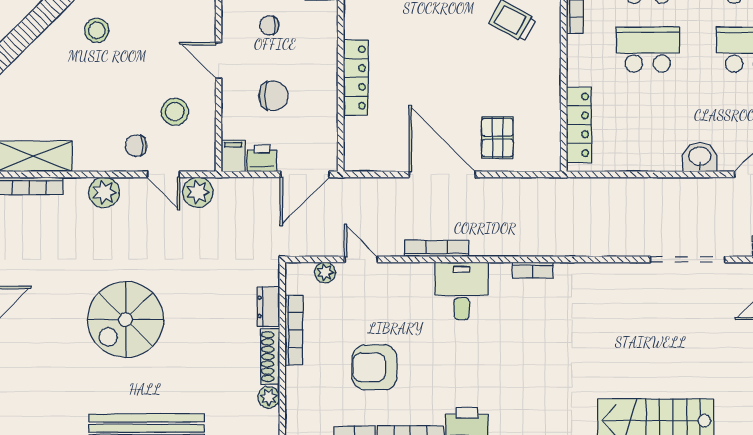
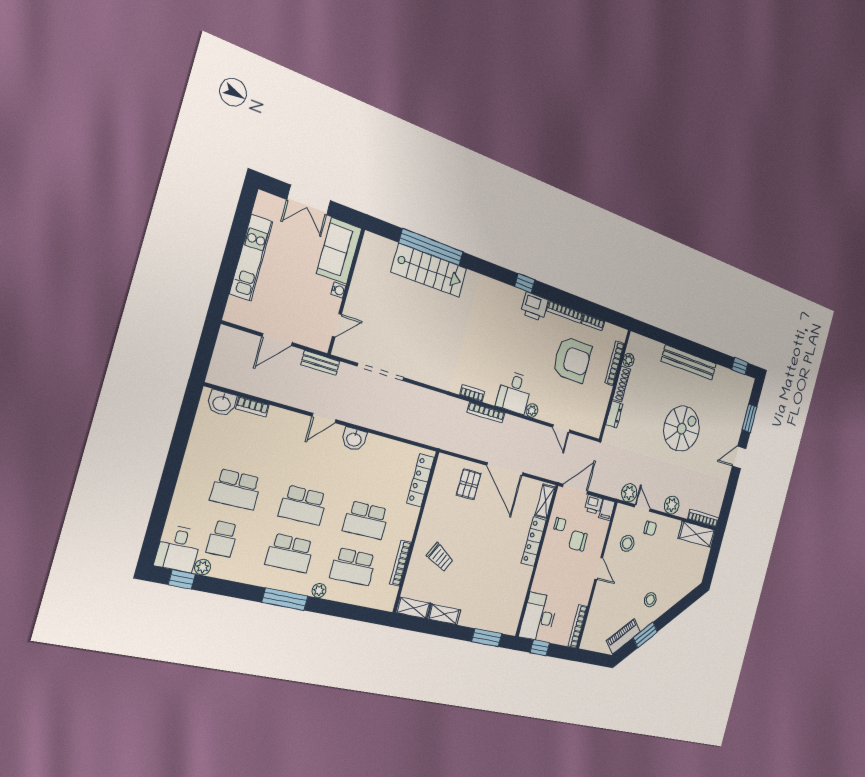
chair: (269, 25) -> (560, 524), moved
shelving: (355, 143) -> (545, 501), added
bookcase: (437, 249) -> (486, 413), moved
plant: (325, 272) -> (532, 410), moved
bookcase: (294, 330) -> (615, 363), moved
armchair: (375, 367) -> (572, 360), width x1.36, depth x1.36

